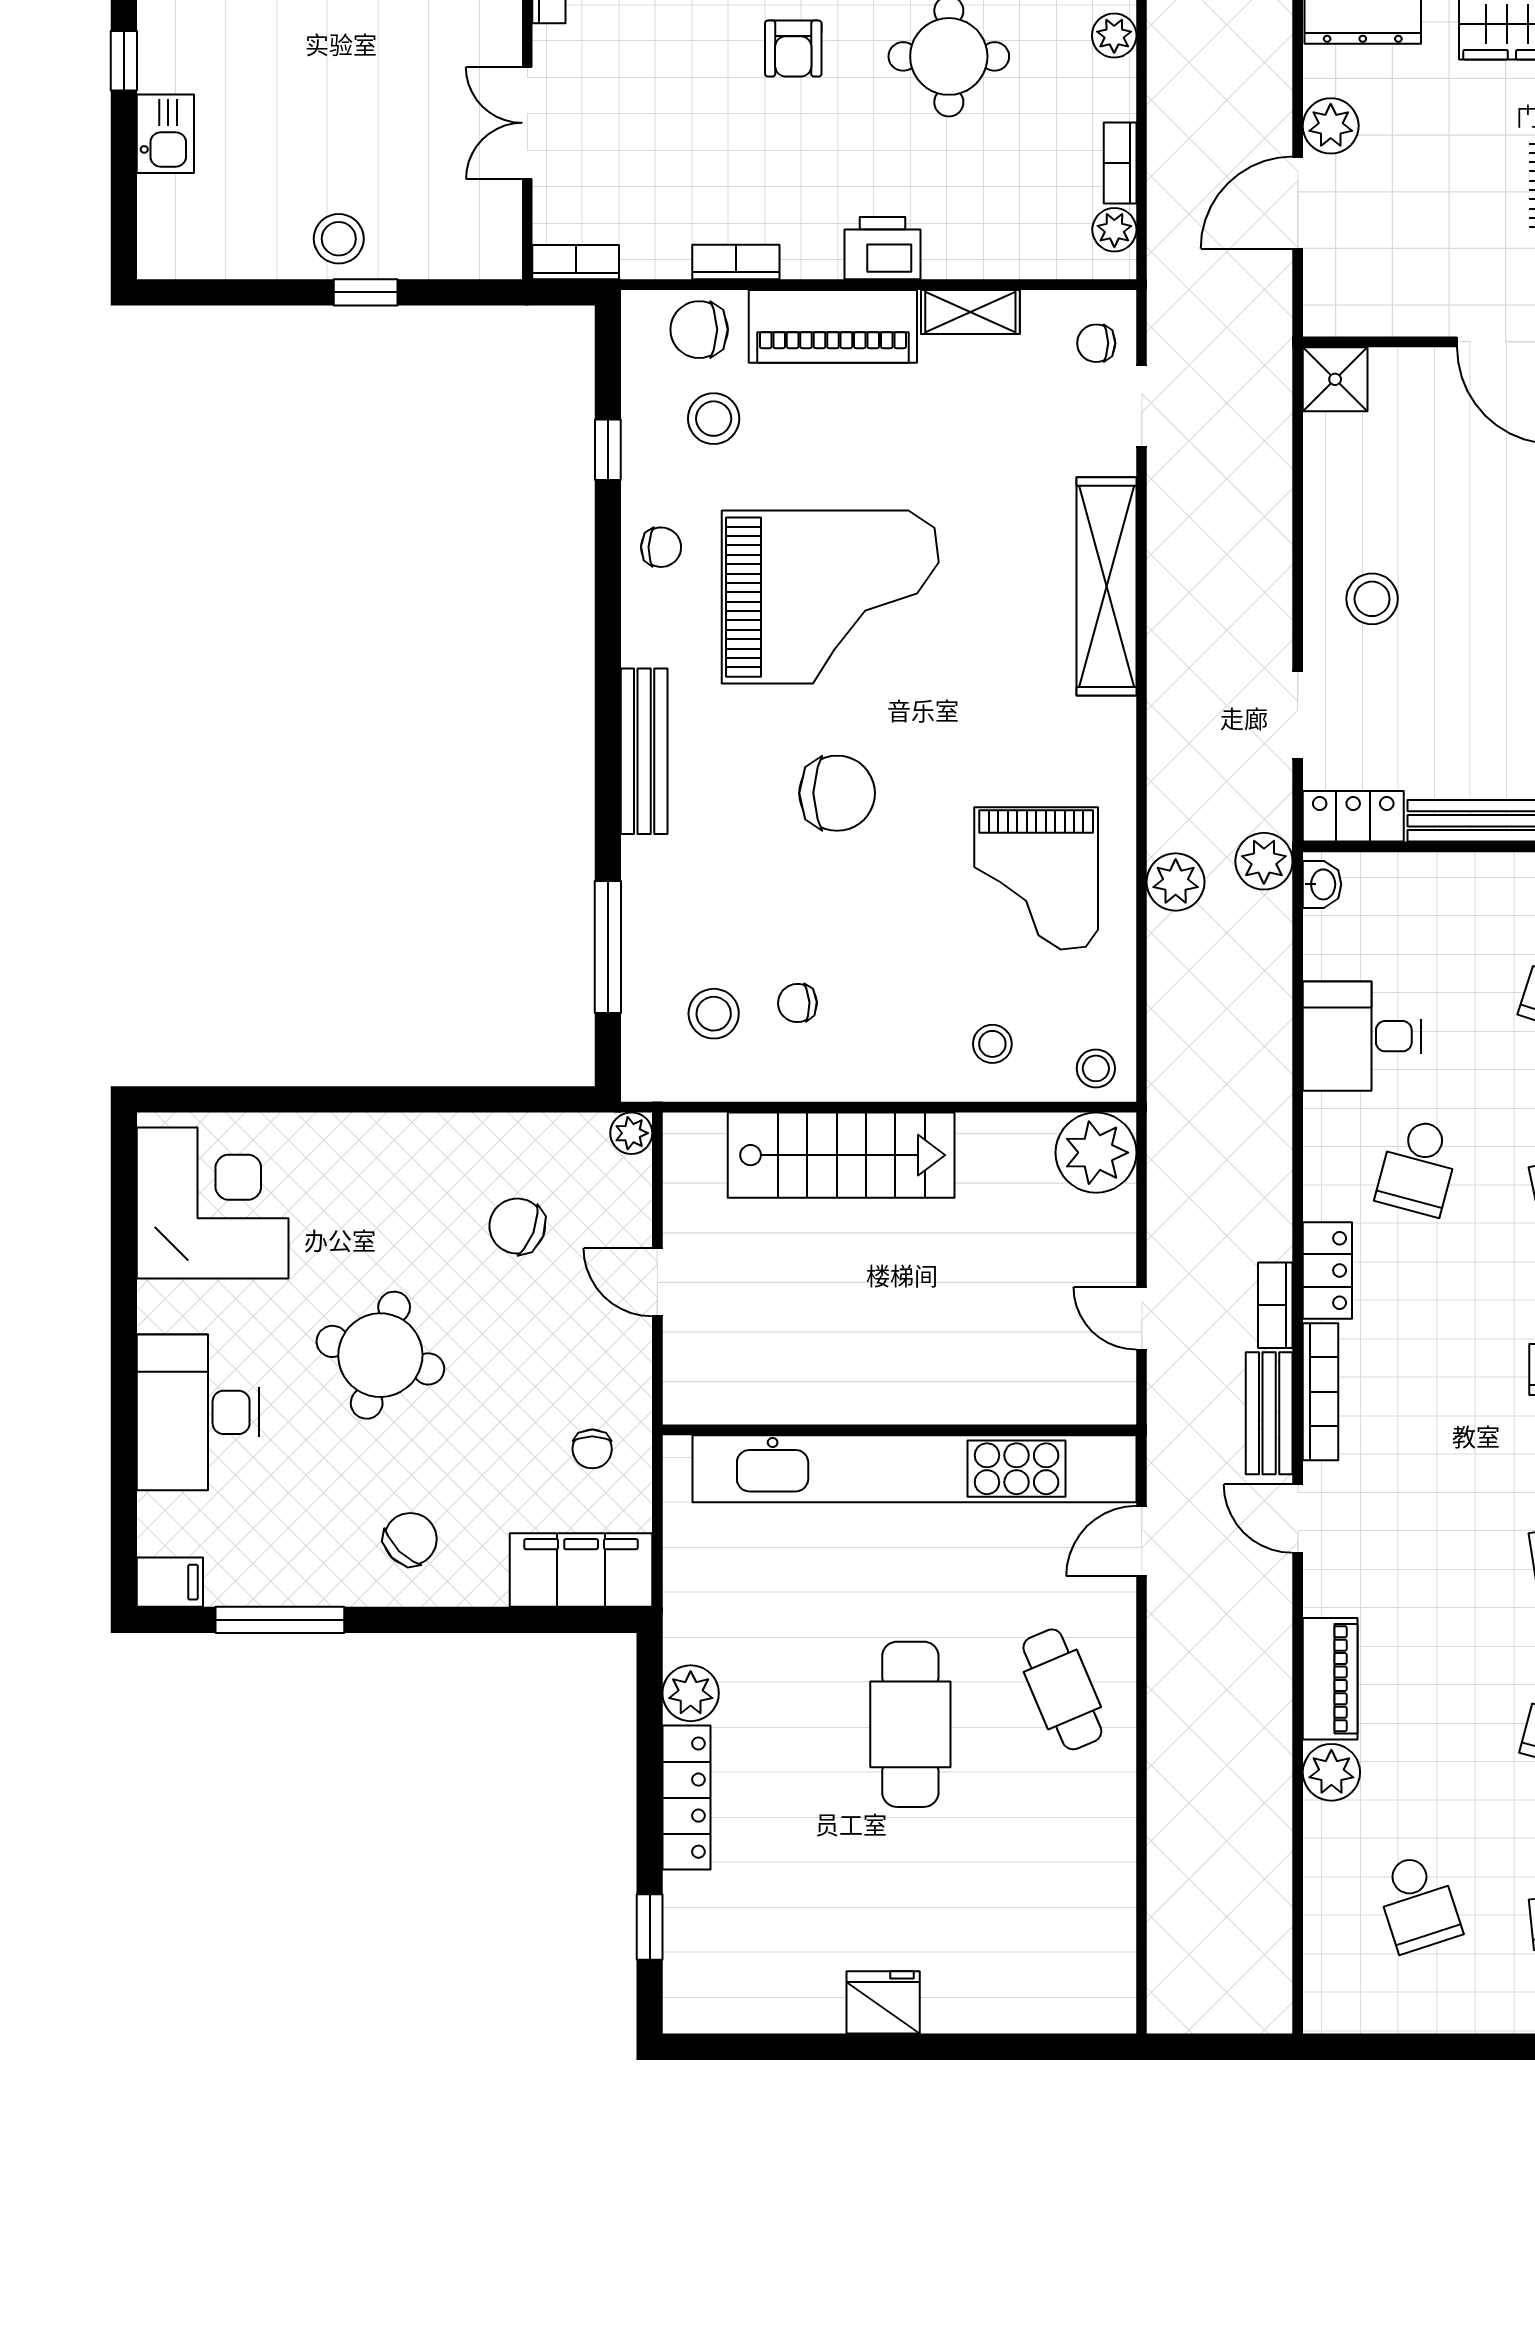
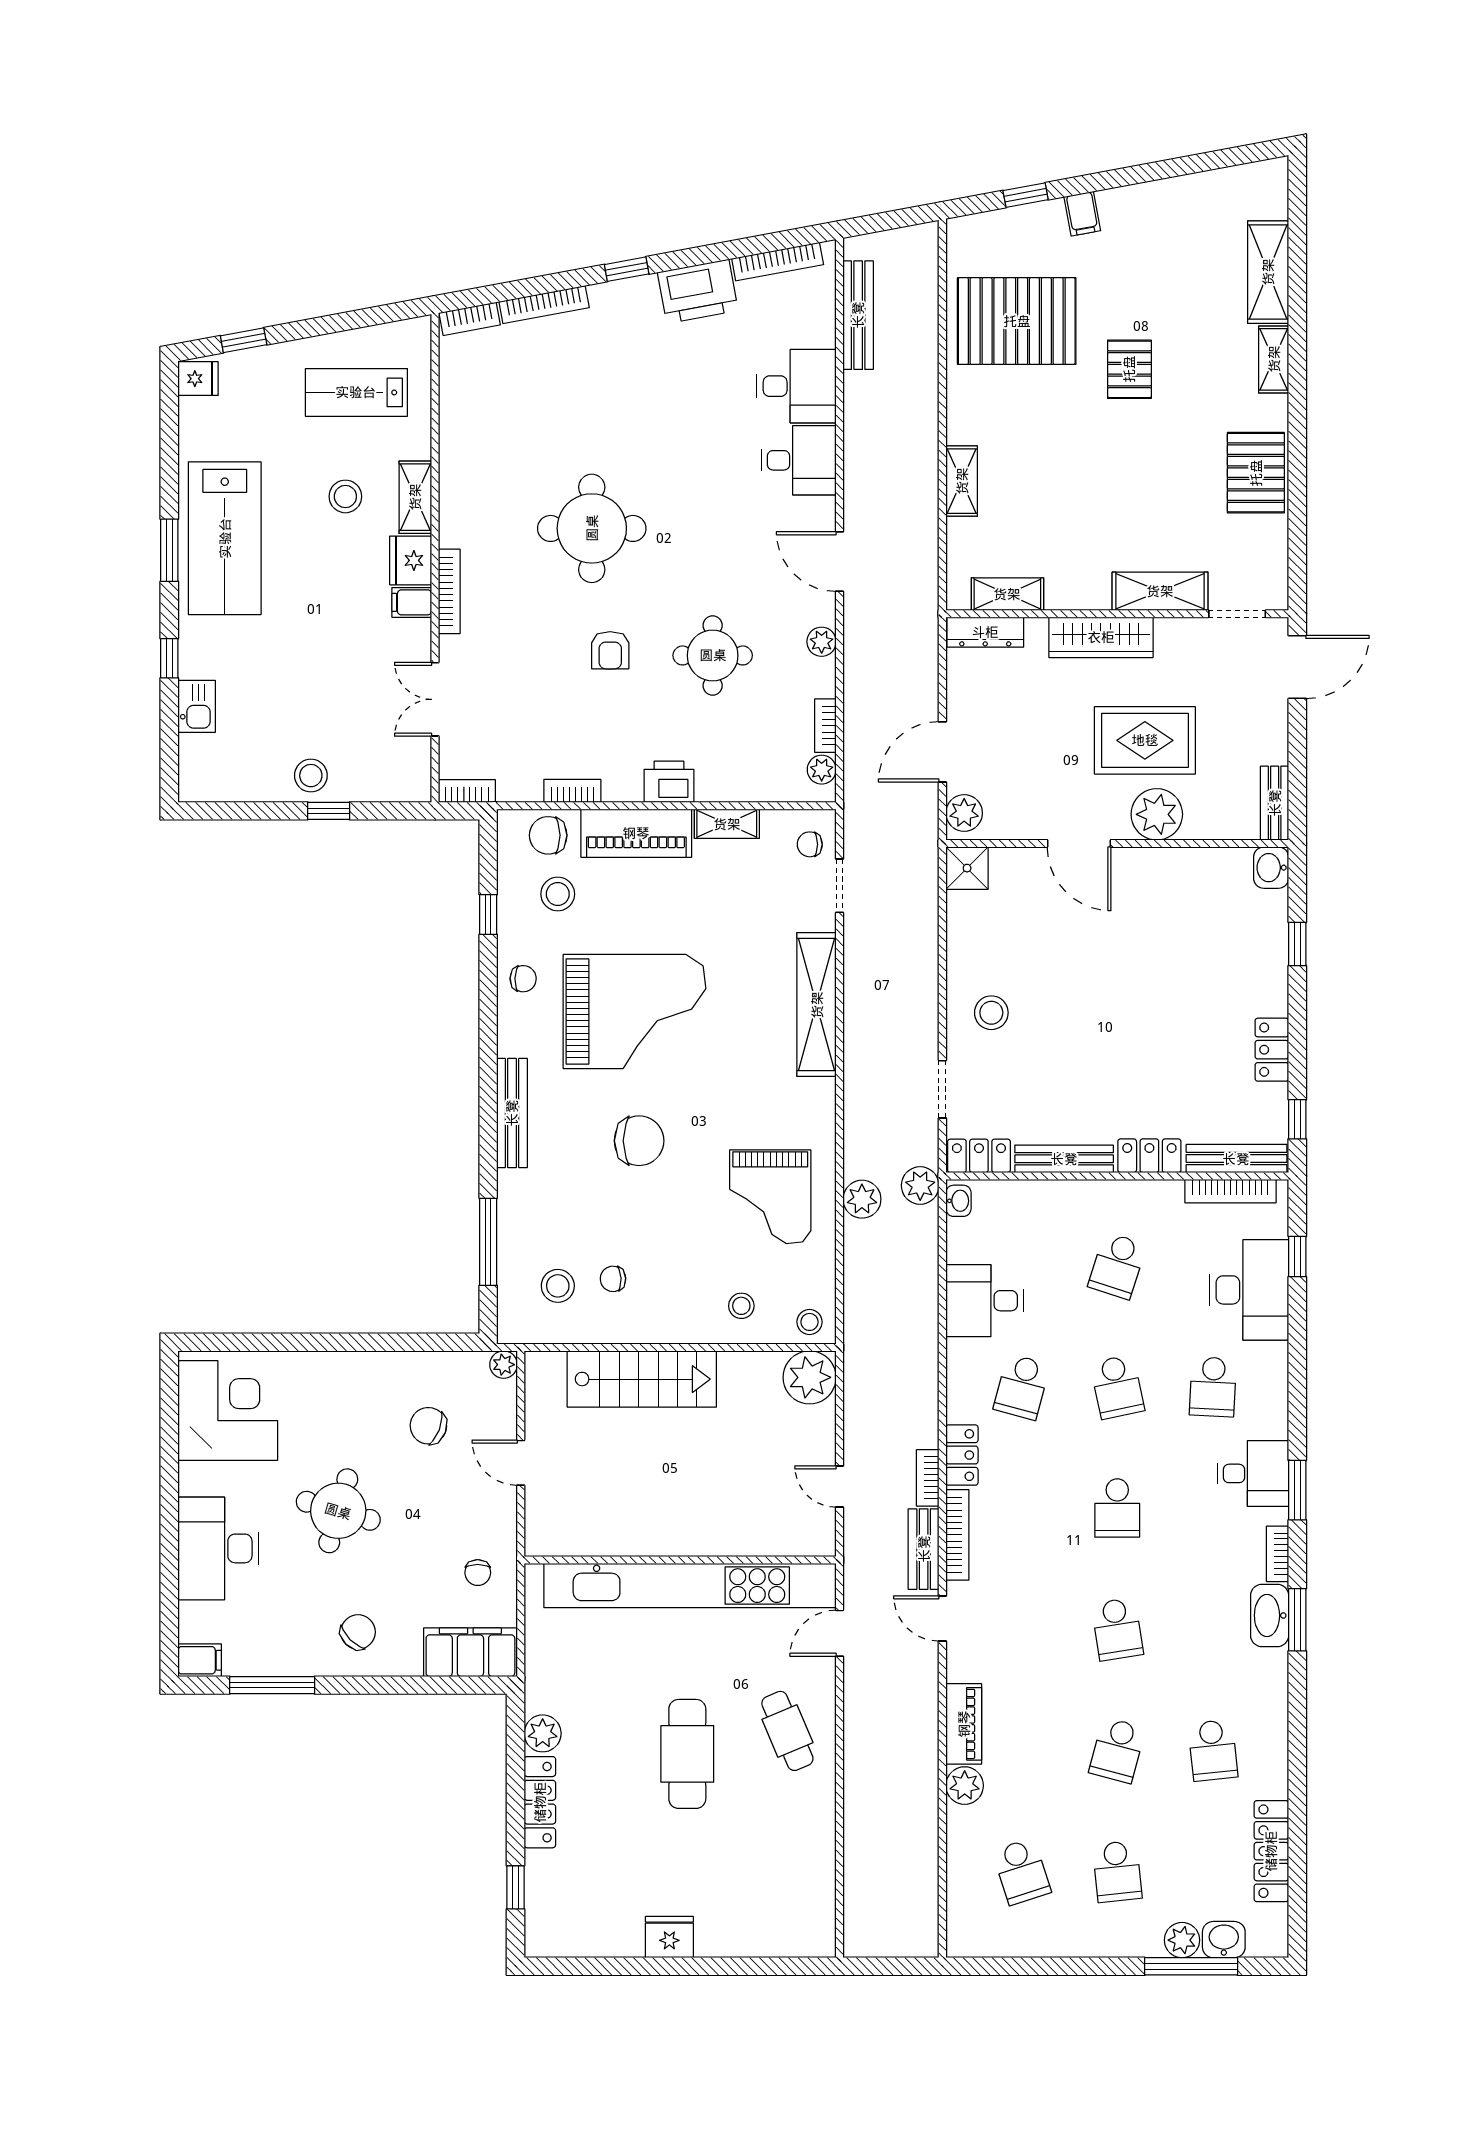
plant: (1331, 126) -> (964, 813), moved

